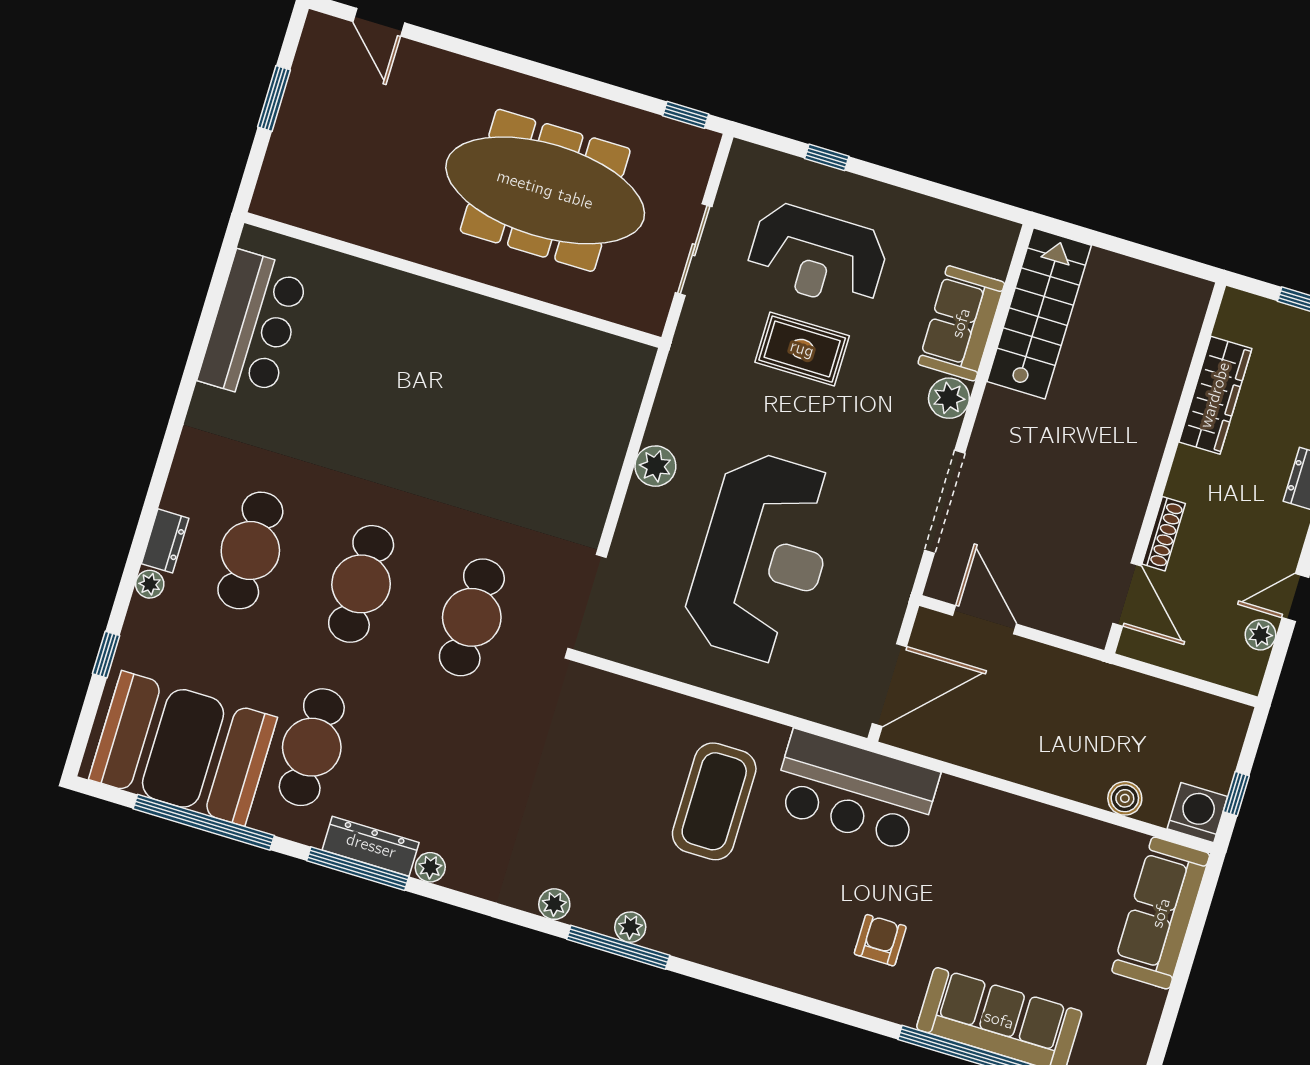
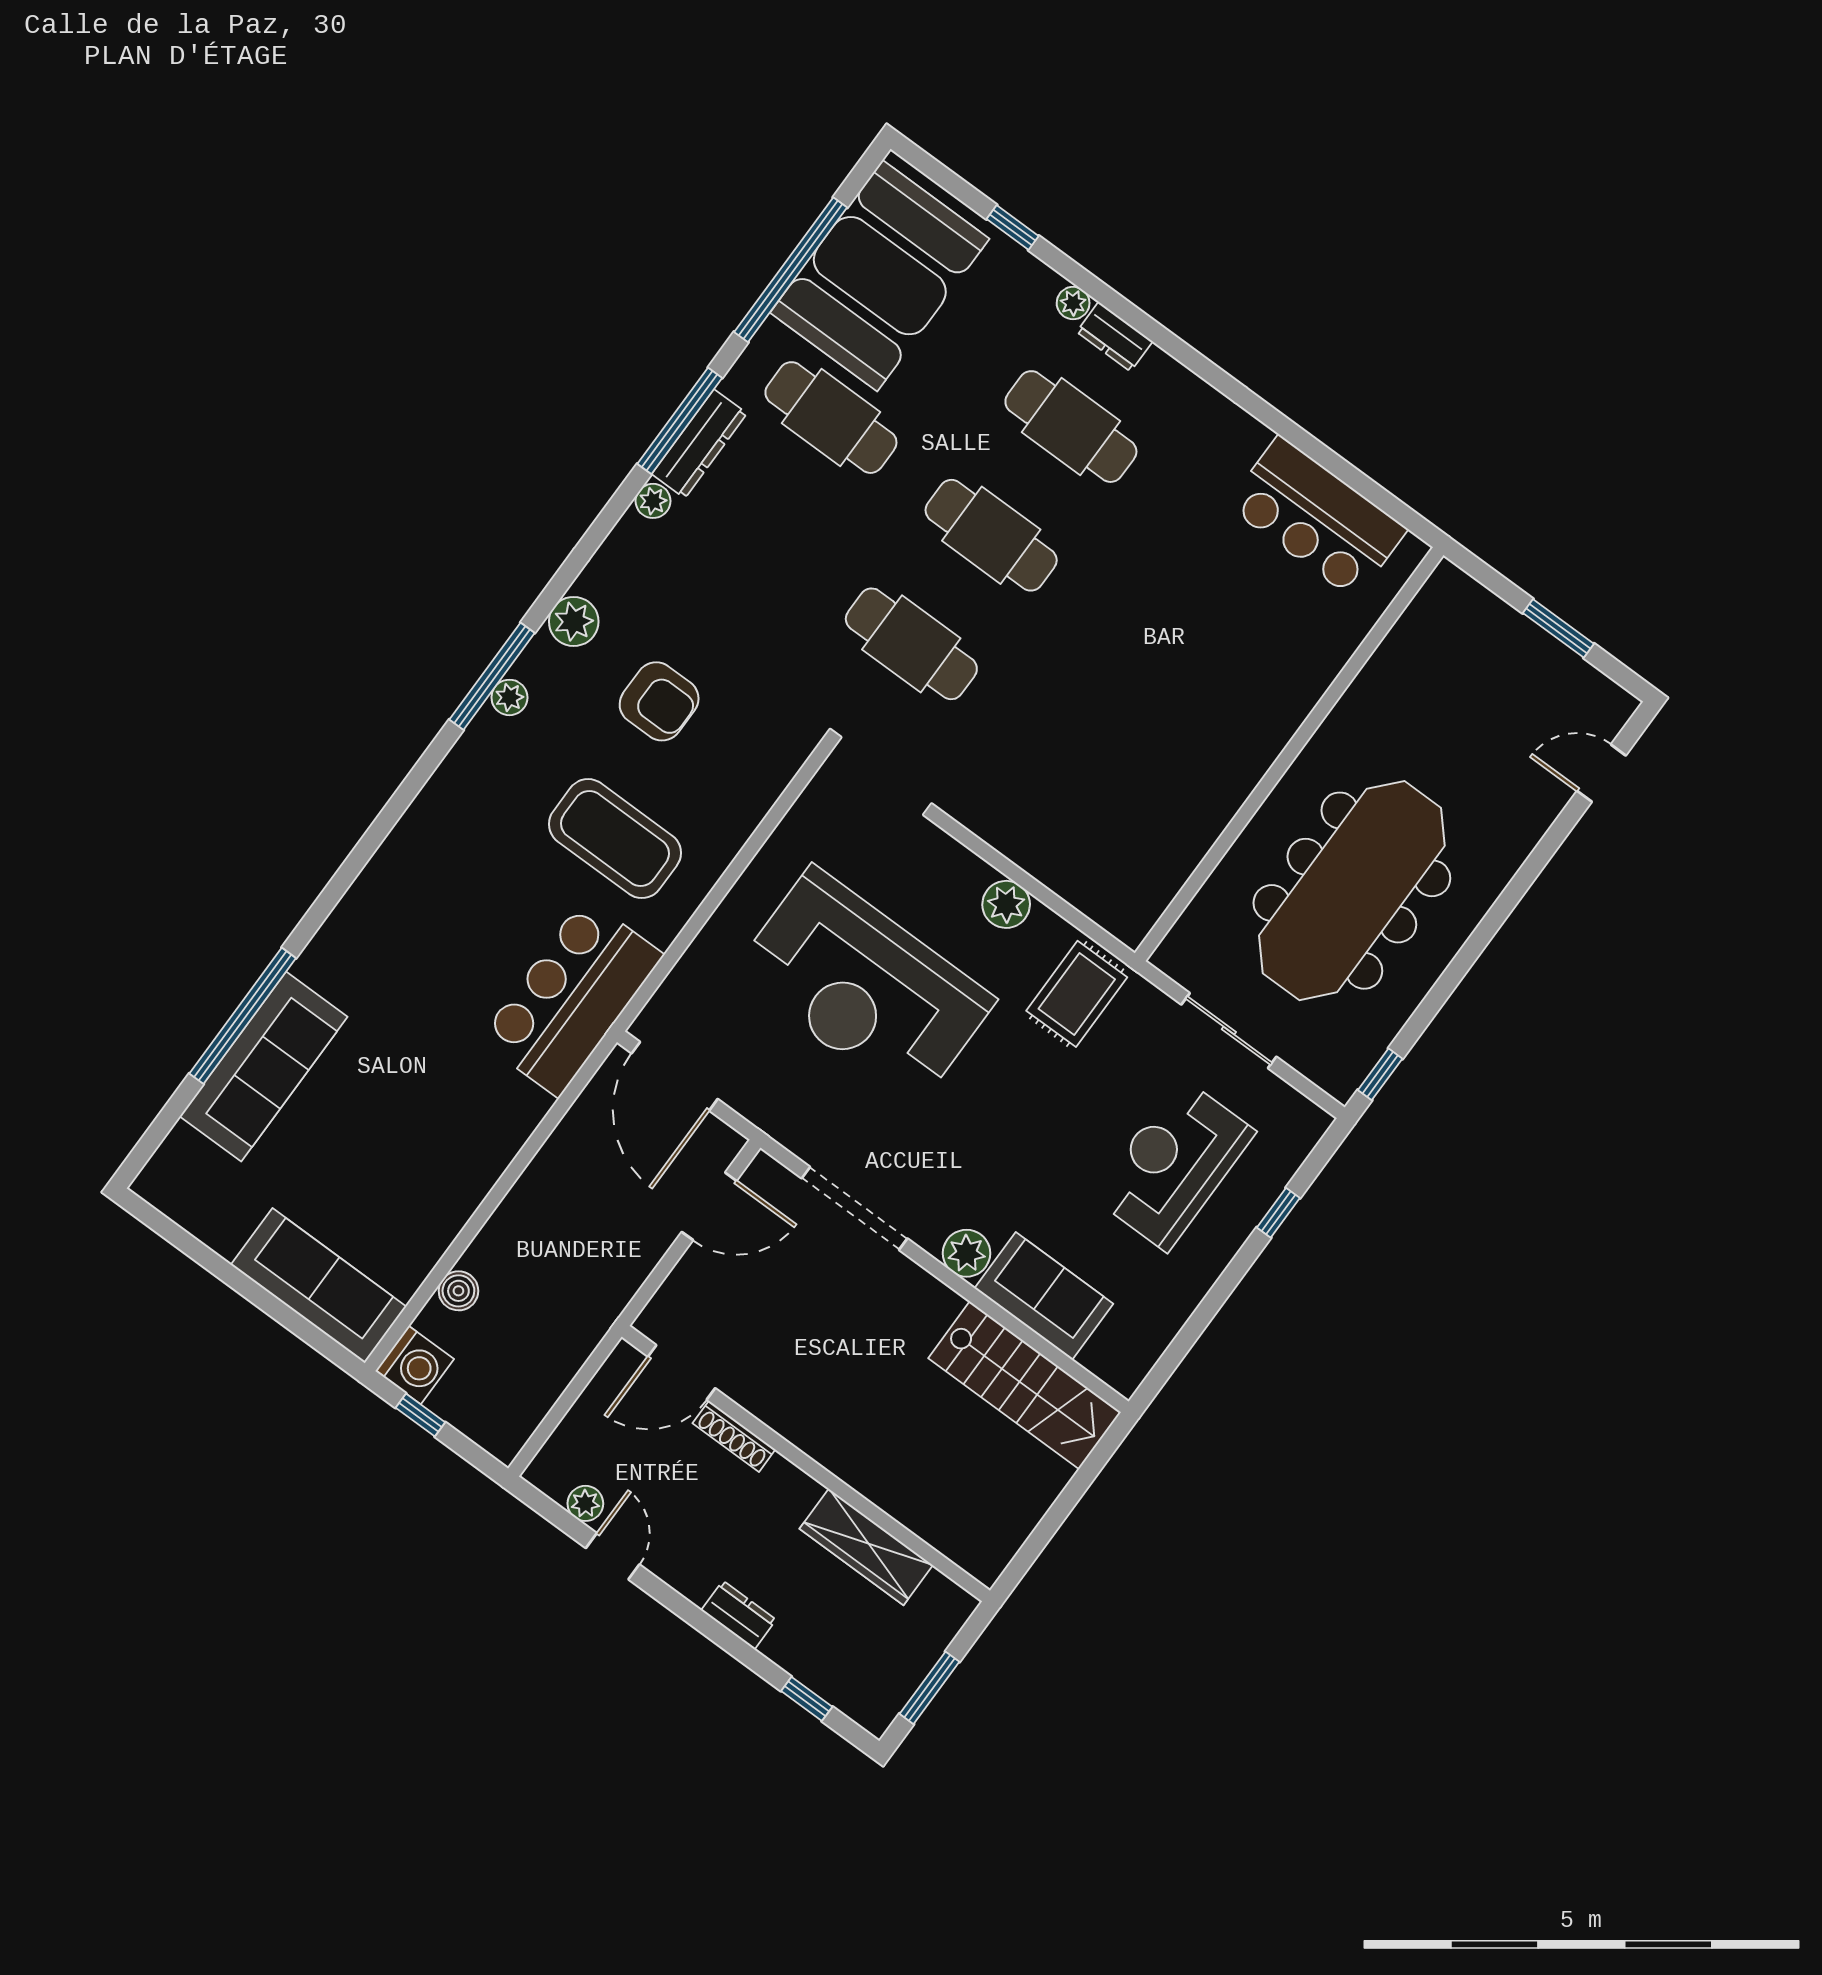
rug: (802, 349) -> (1077, 994), moved
plant: (554, 904) -> (574, 621), width x1.38, depth x1.38
armchair: (880, 940) -> (659, 701), moved, width x1.38, depth x1.38

